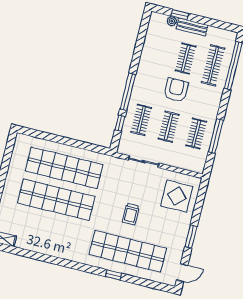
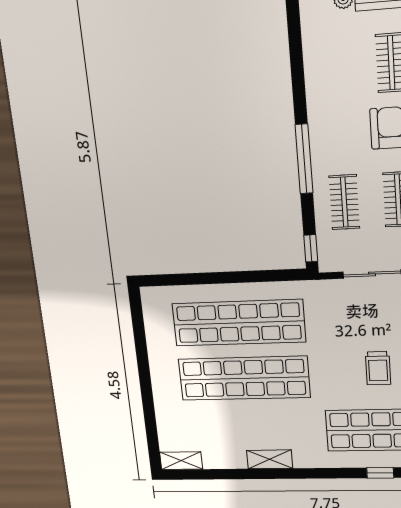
window: (120, 123) -> (311, 248), moved
shelving: (54, 251) -> (270, 459), added

